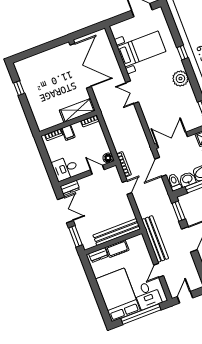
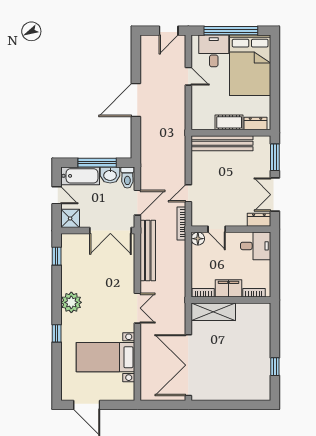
filing cabinet: (68, 133) -> (229, 288), width x2.00
window: (179, 211) -> (136, 140), removed
bench: (155, 239) -> (148, 250), moved
door: (159, 270) -> (188, 76), hinge flipped

